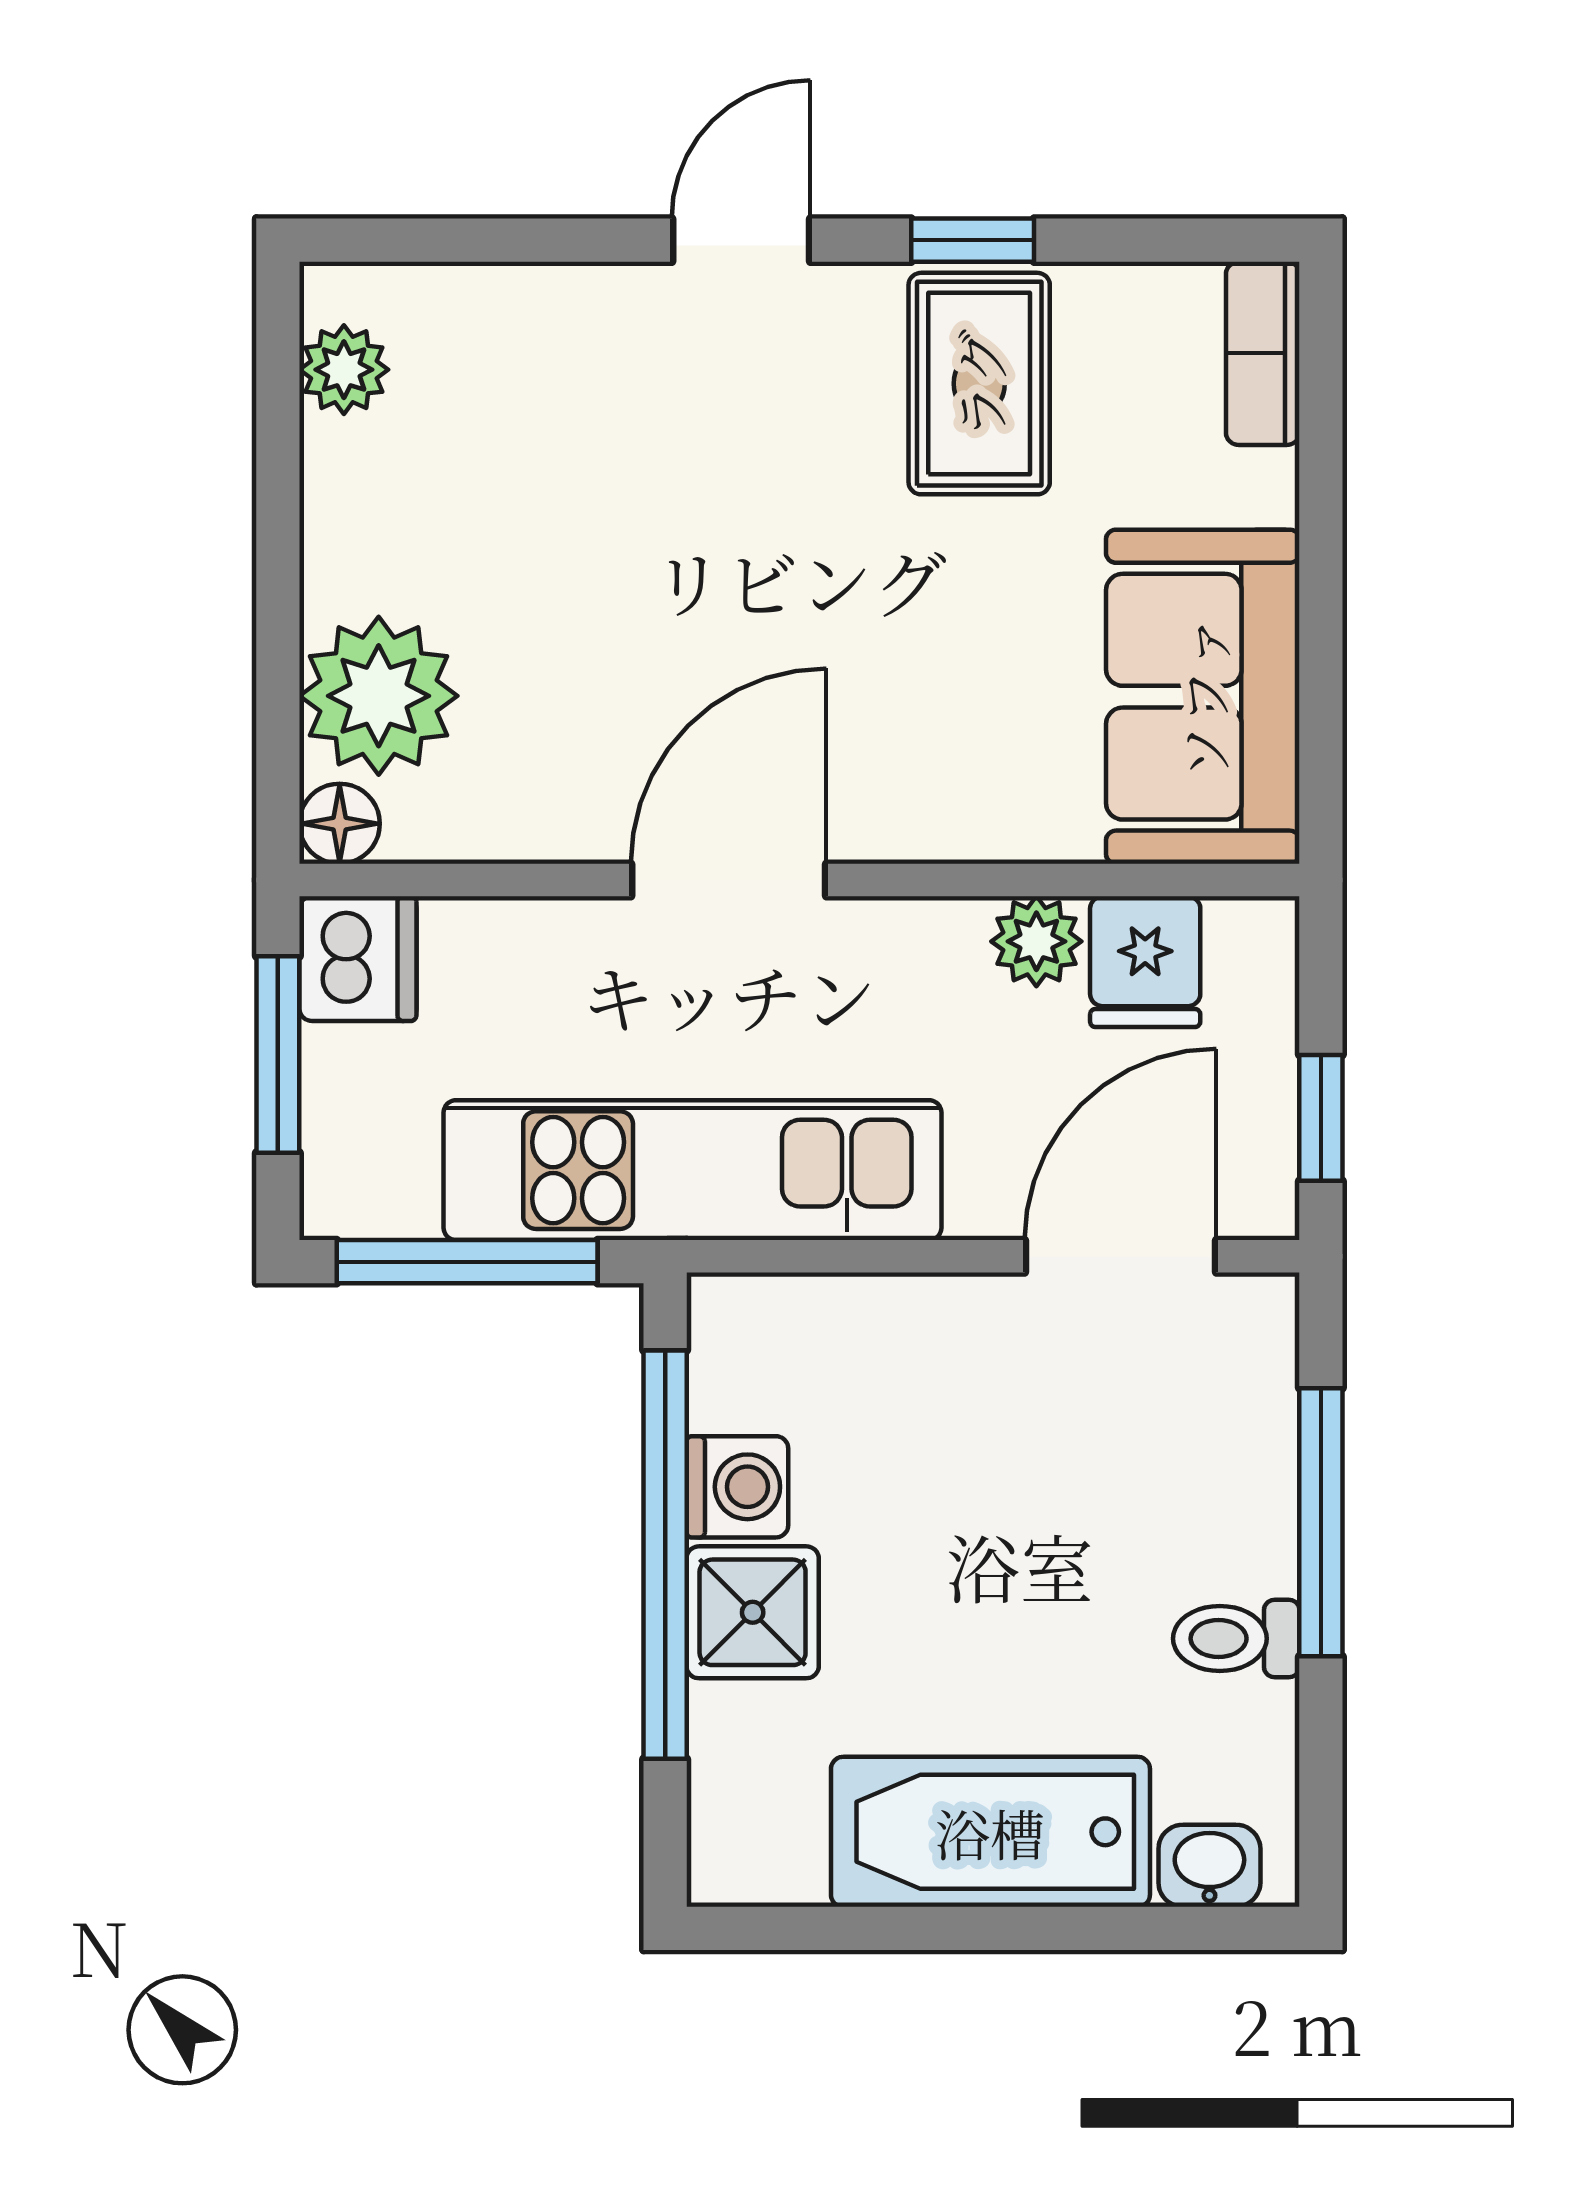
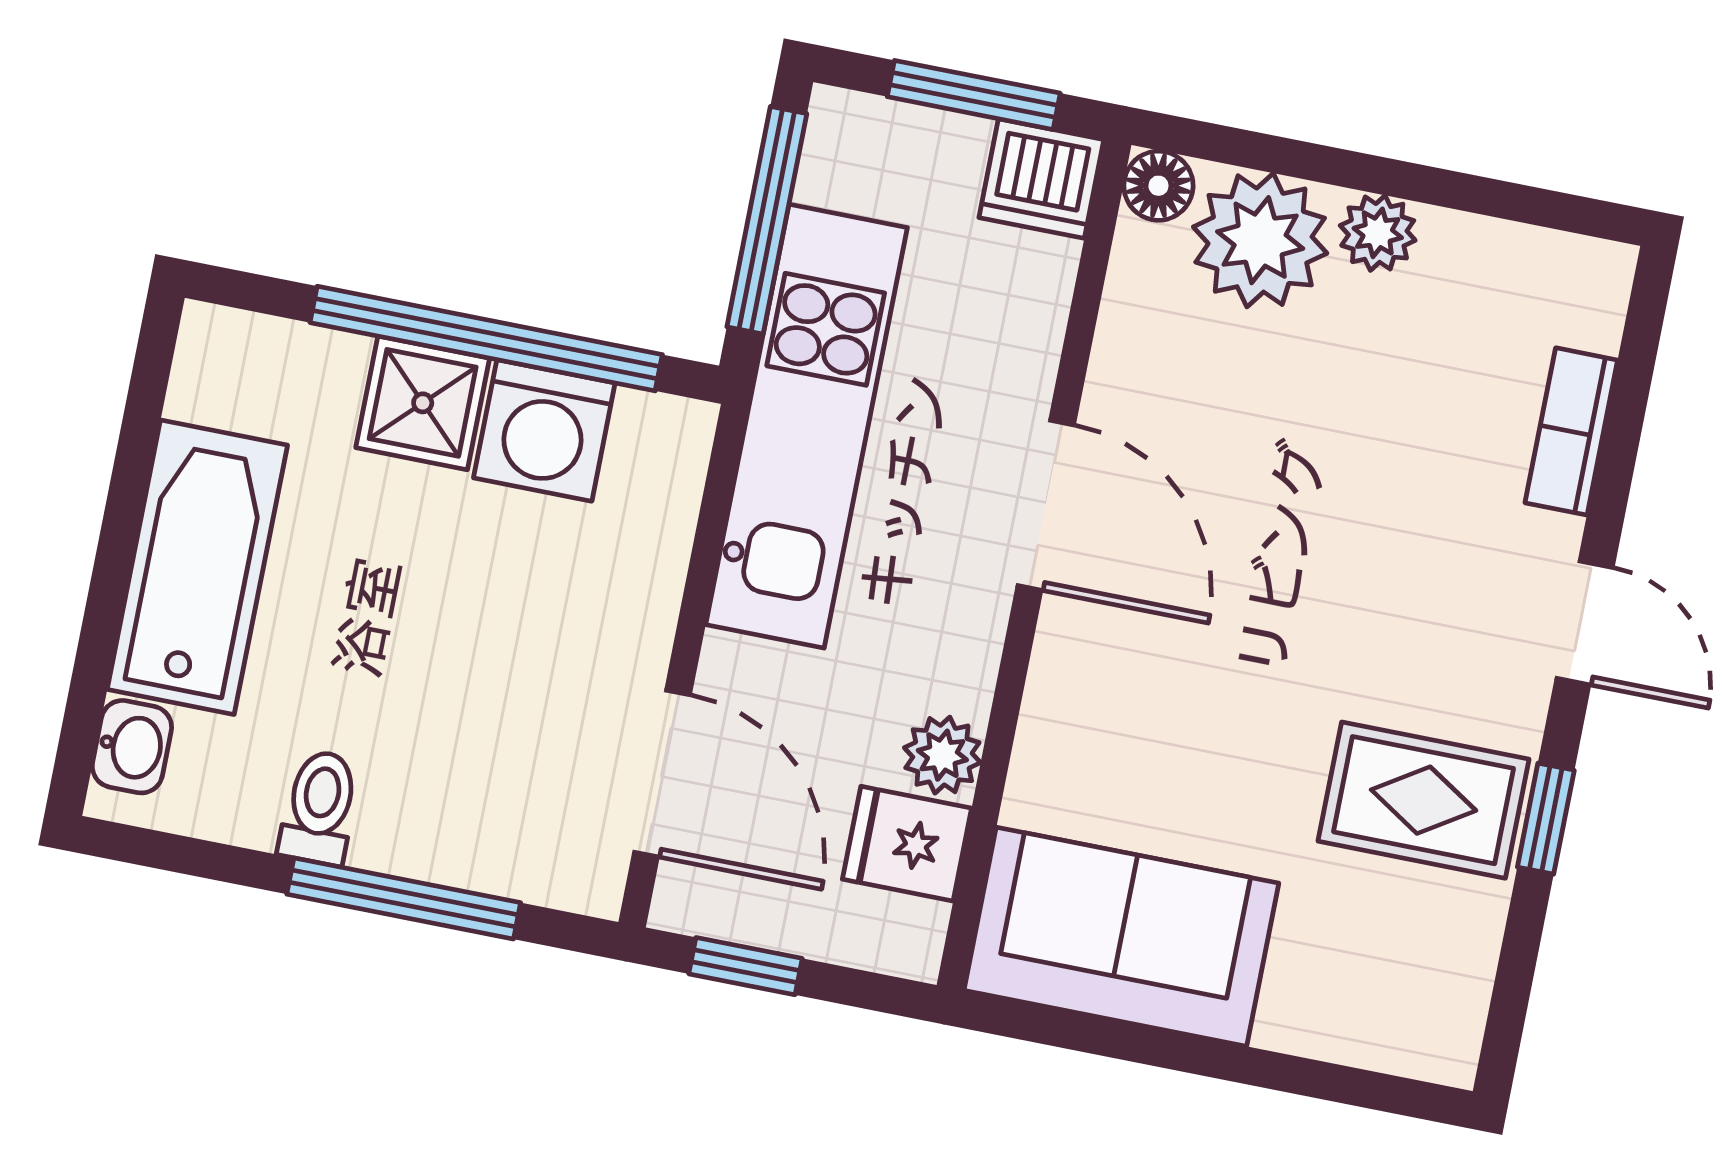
bookcase: (1263, 353) -> (1571, 431), moved, turned -90
plant: (344, 370) -> (1378, 233), moved
washing machine: (737, 1487) -> (544, 430), width x1.38, depth x1.38

